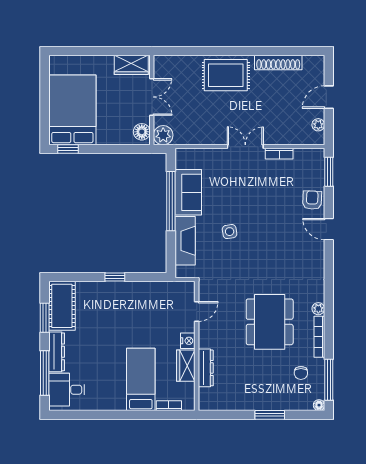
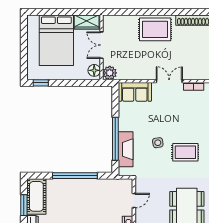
double door: (152, 97) -> (101, 45), swing flipped
bed: (72, 110) -> (56, 40), moved, turned 180
sofa: (188, 192) -> (135, 92), moved, turned 90
window: (171, 201) -> (115, 139), moved
rug: (268, 245) -> (185, 152), added
window: (115, 277) -> (75, 176), width x3.17

